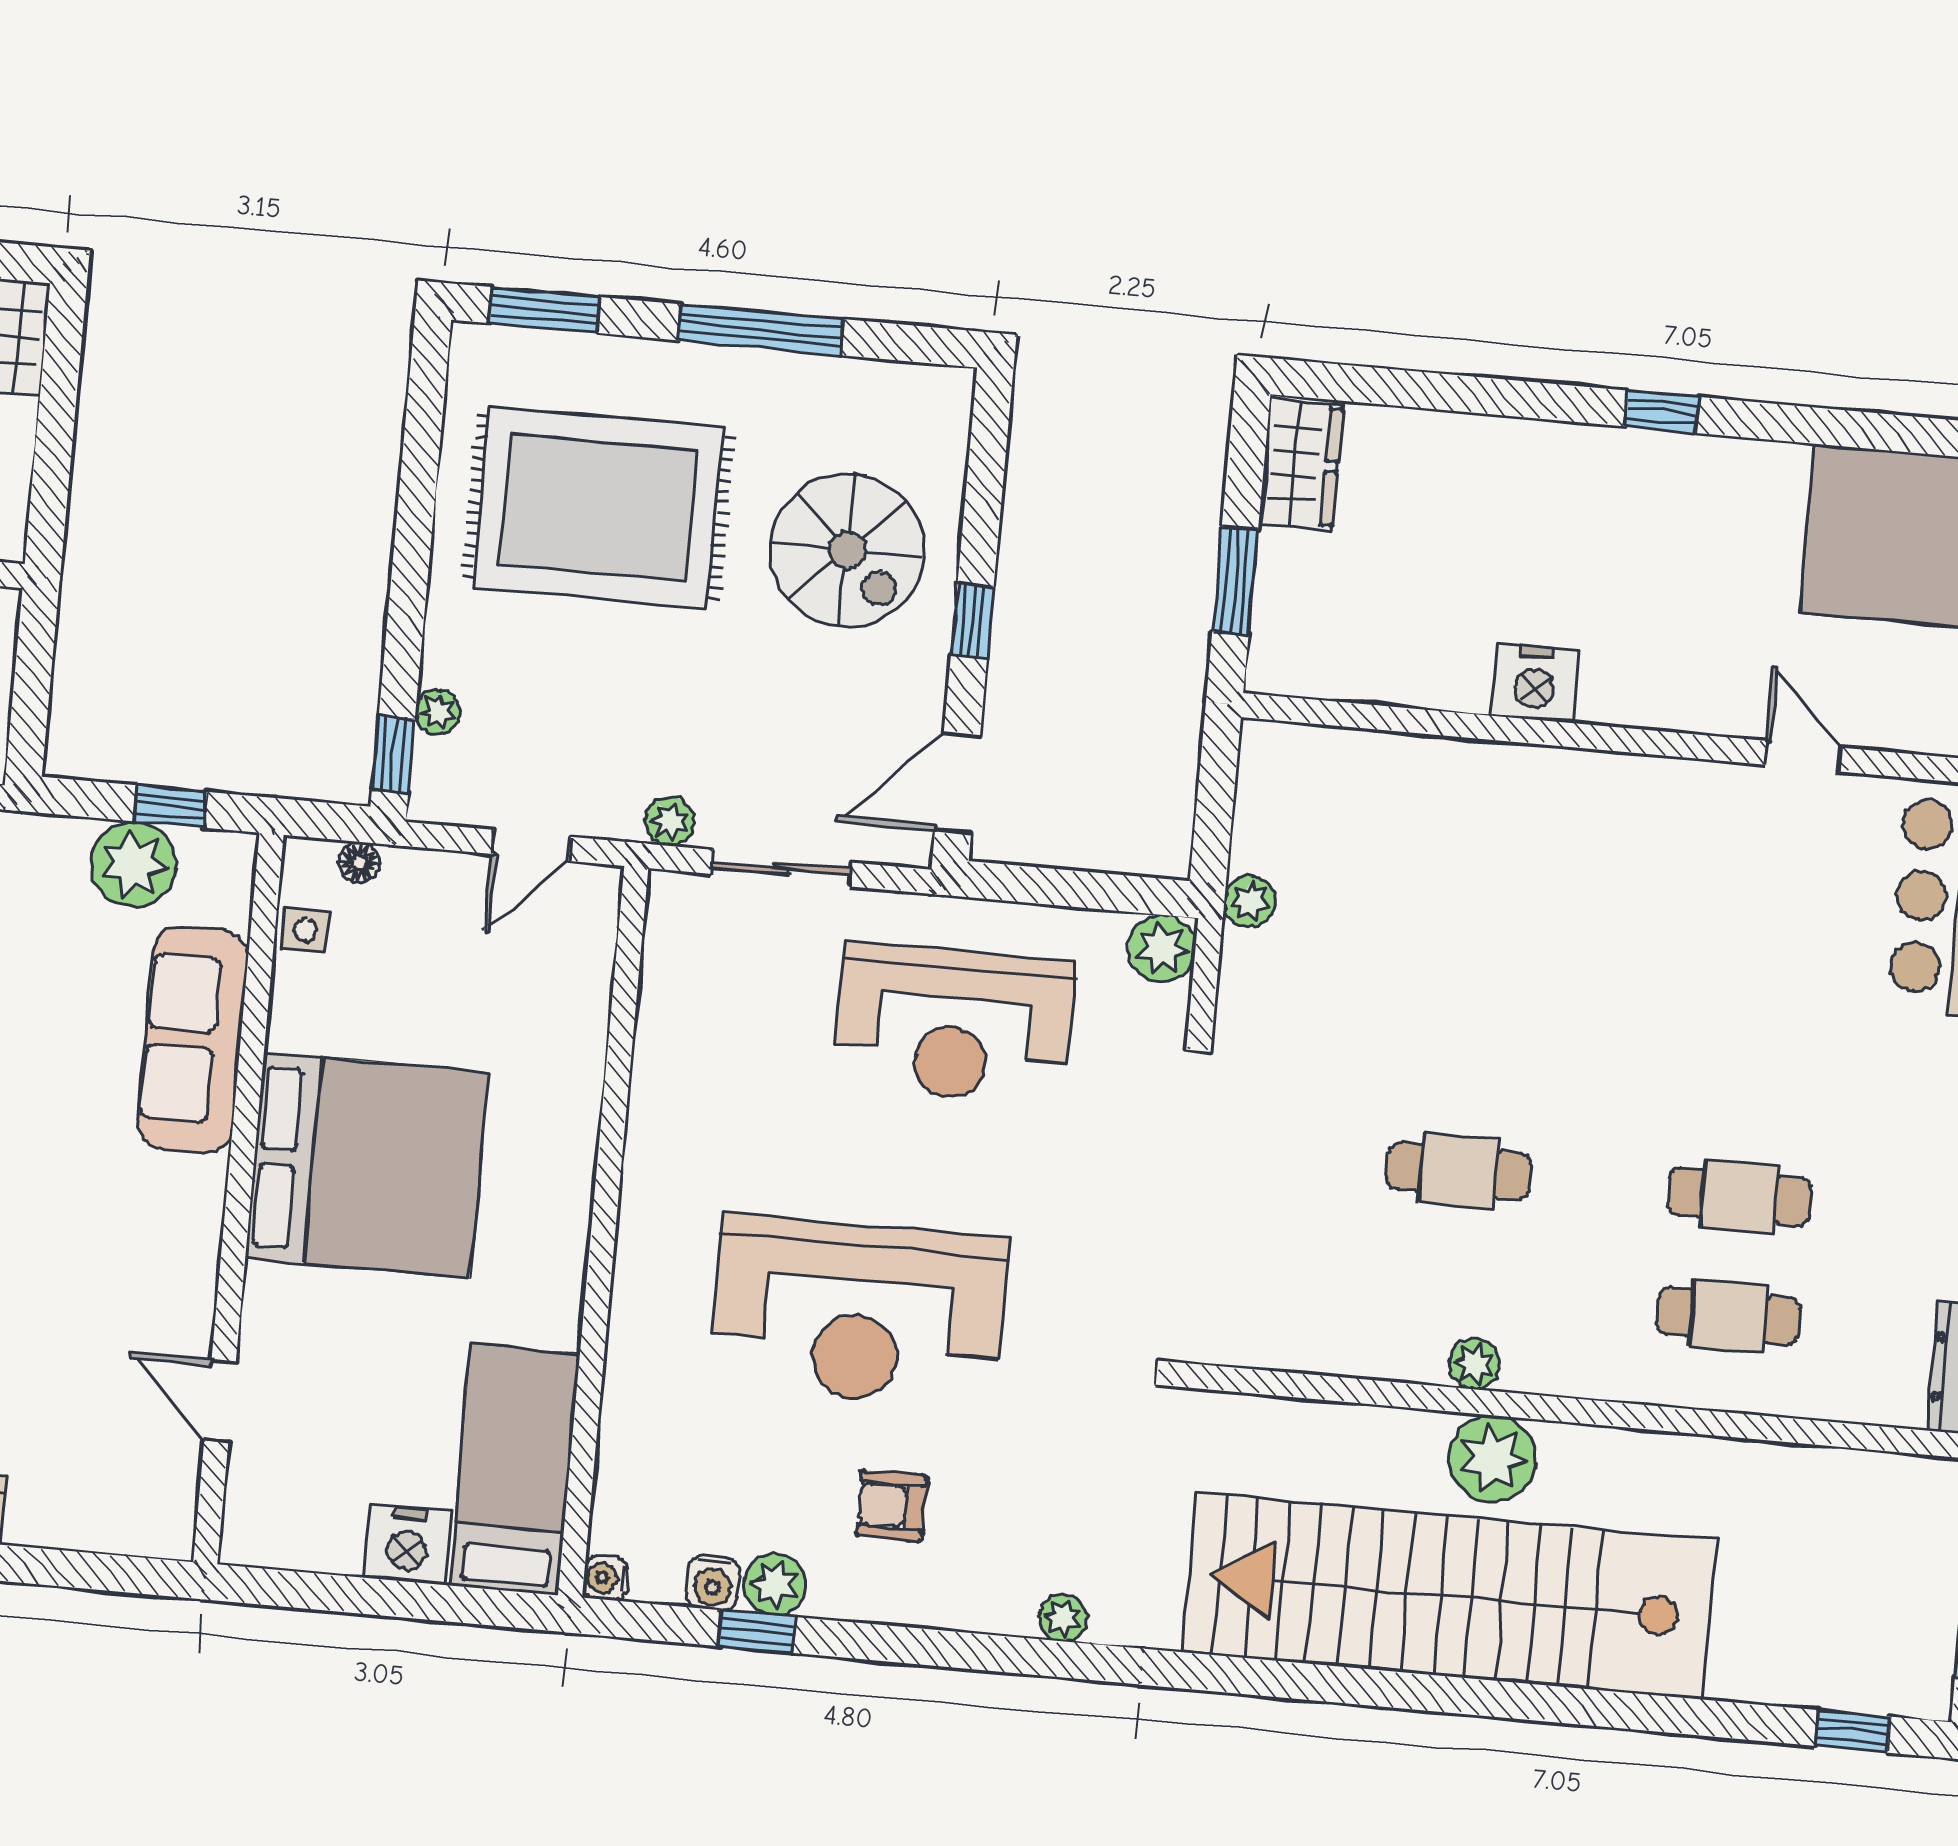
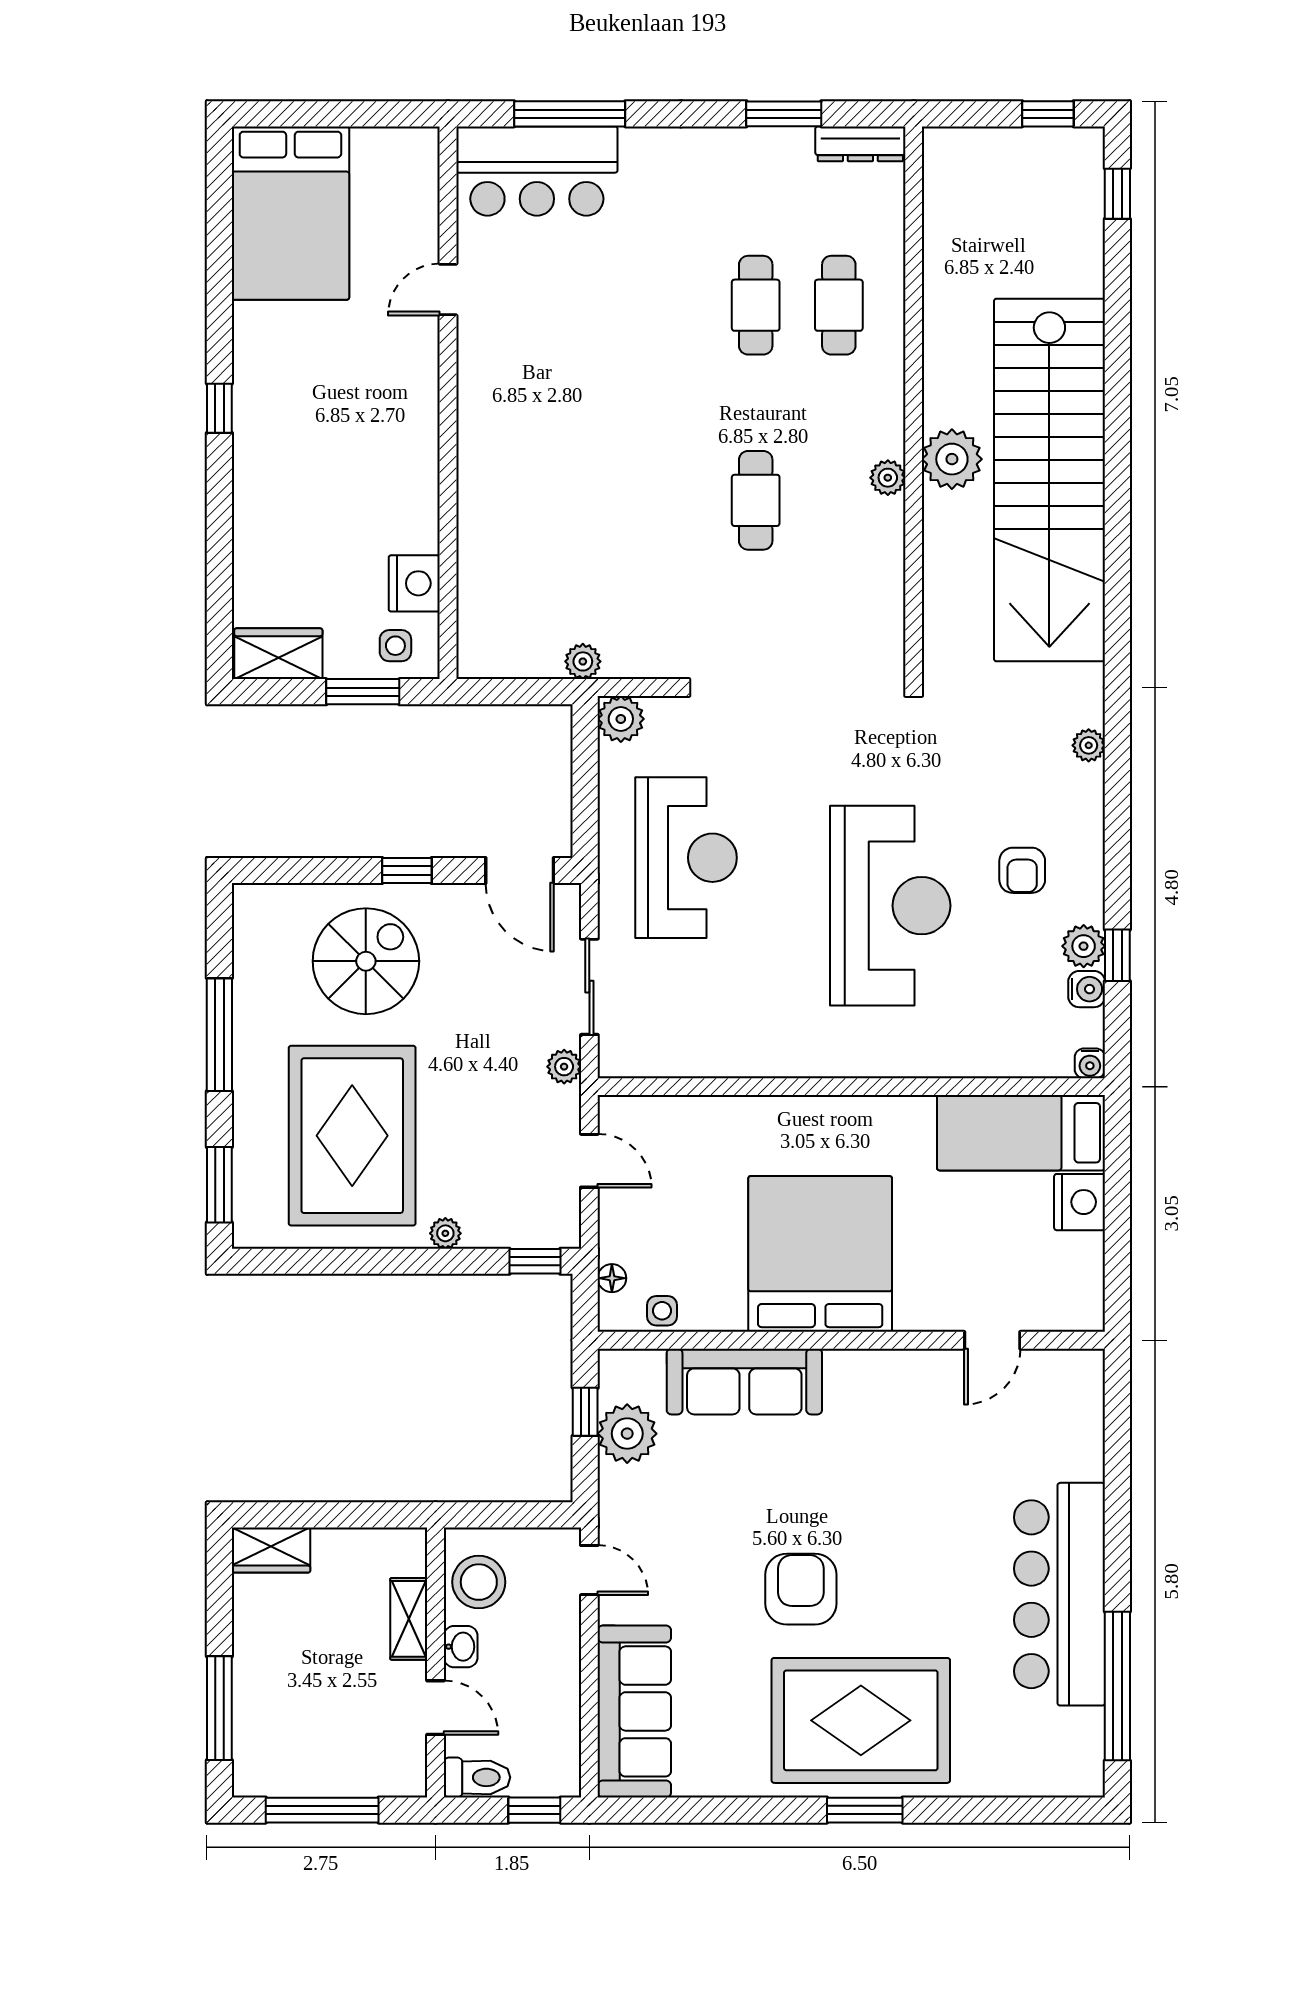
side table: (1297, 634) -> (395, 646), added
nightstand: (1535, 683) -> (414, 583), moved
plant: (438, 712) -> (445, 1233), moved

